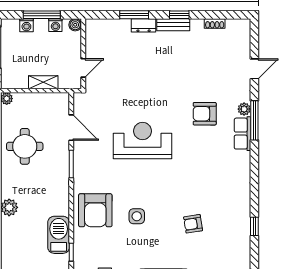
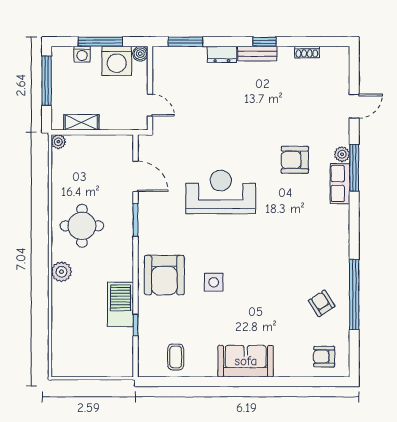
window: (134, 15) -> (185, 42), moved
washing machine: (55, 25) -> (117, 61), width x1.89, depth x1.89
door: (83, 68) -> (150, 105), hinge flipped
shelving: (43, 82) -> (81, 122), moved
round table: (25, 146) -> (82, 226), moved
armchair: (193, 224) -> (322, 303), moved, turned 66
window: (254, 226) -> (354, 294), width x3.17

